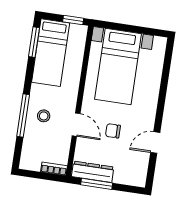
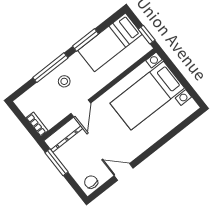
window: (34, 42) -> (86, 40), moved
chair: (113, 131) -> (91, 182), moved
dresser: (93, 172) -> (63, 135), moved, turned 90

